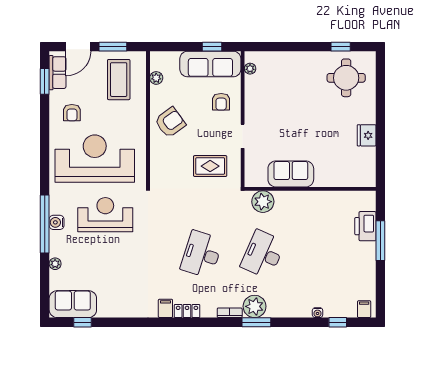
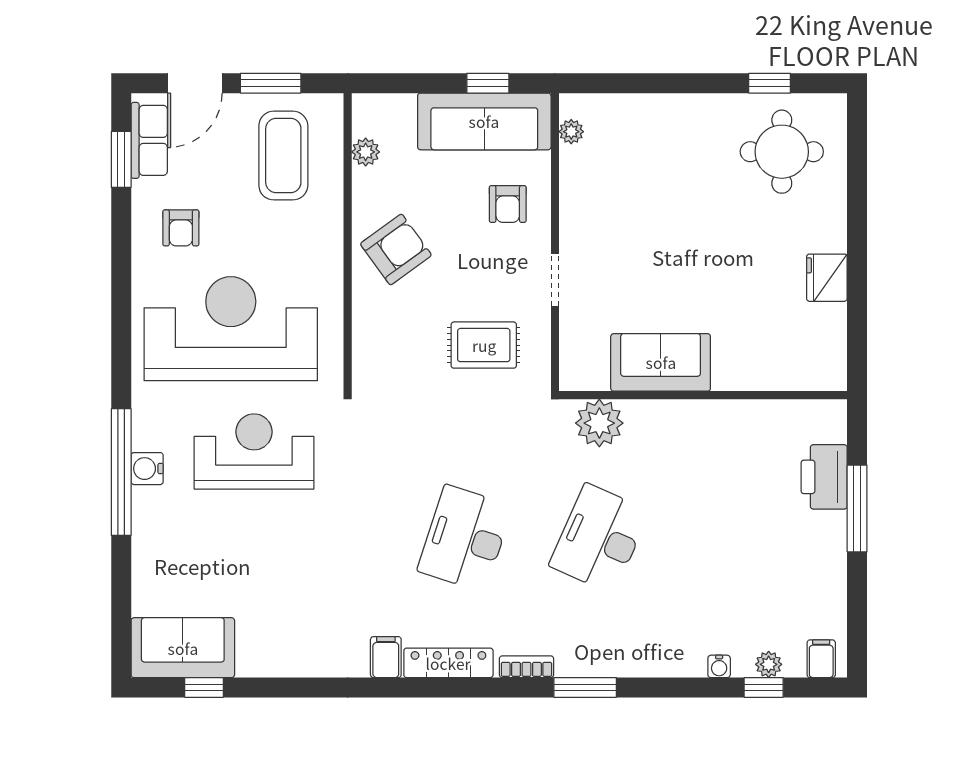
plant: (55, 264) -> (144, 559), removed
plant: (255, 306) -> (769, 664), moved, width x0.53, depth x0.53
locker: (187, 311) -> (448, 663), width x1.53

